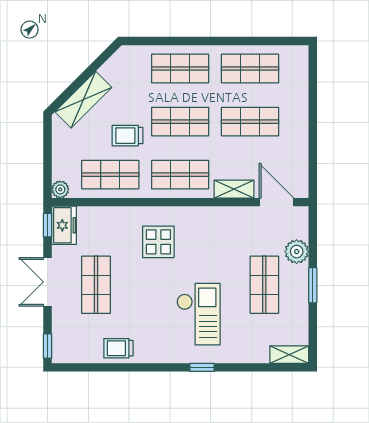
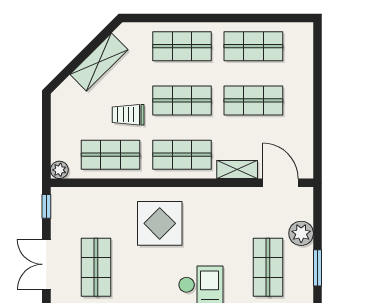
shelving: (83, 100) -> (99, 62), moved
freezer: (64, 225) -> (63, 207), removed
display table: (158, 242) -> (160, 223), width x1.36, depth x1.36

